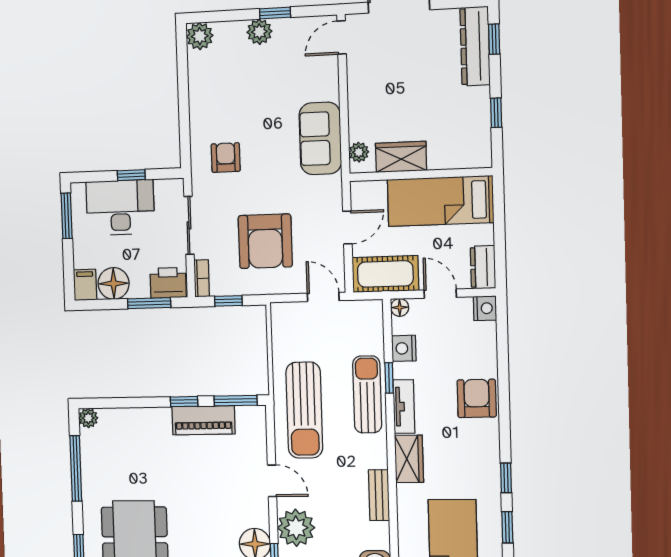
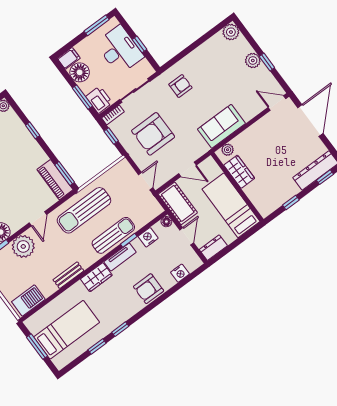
nightstand: (485, 308) -> (180, 273), moved
armchair: (477, 398) -> (149, 289), turned 180
window: (184, 402) -> (33, 130), moved
piano: (203, 420) -> (55, 180), moved

